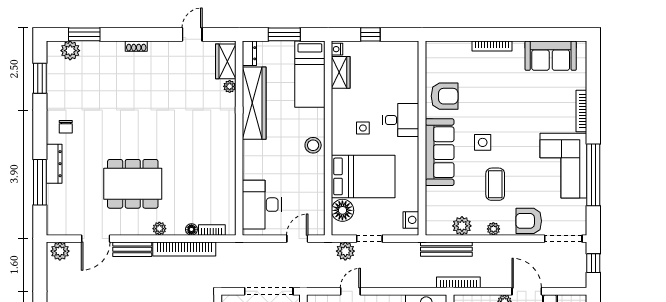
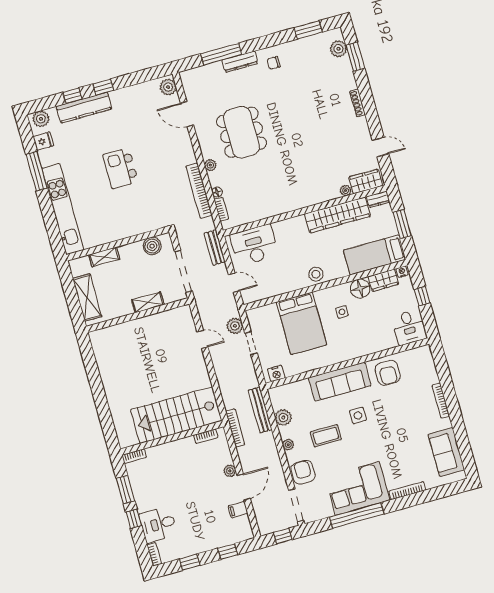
shoe rack: (136, 46) -> (357, 103), width x1.43
desk: (401, 120) -> (409, 327), moved
floor lamp: (342, 210) -> (360, 288), moved
bench: (132, 249) -> (215, 247), moved

